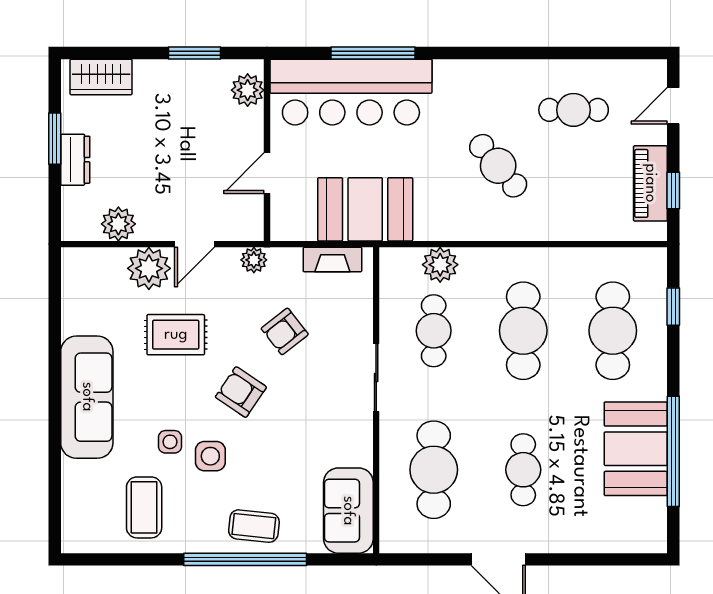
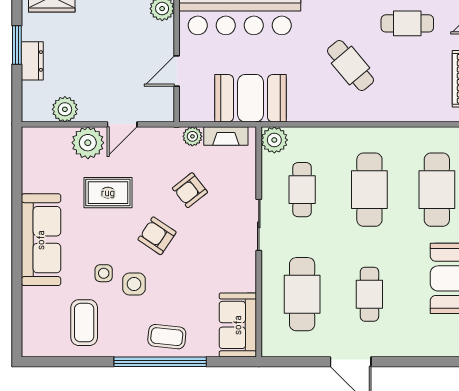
plant: (254, 260) -> (192, 136), moved
plant: (440, 265) -> (274, 140), moved

